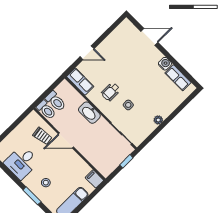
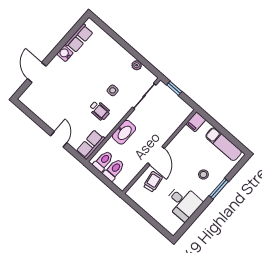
toilet: (46, 110) -> (103, 161), moved
plant: (158, 120) -> (137, 65), moved

